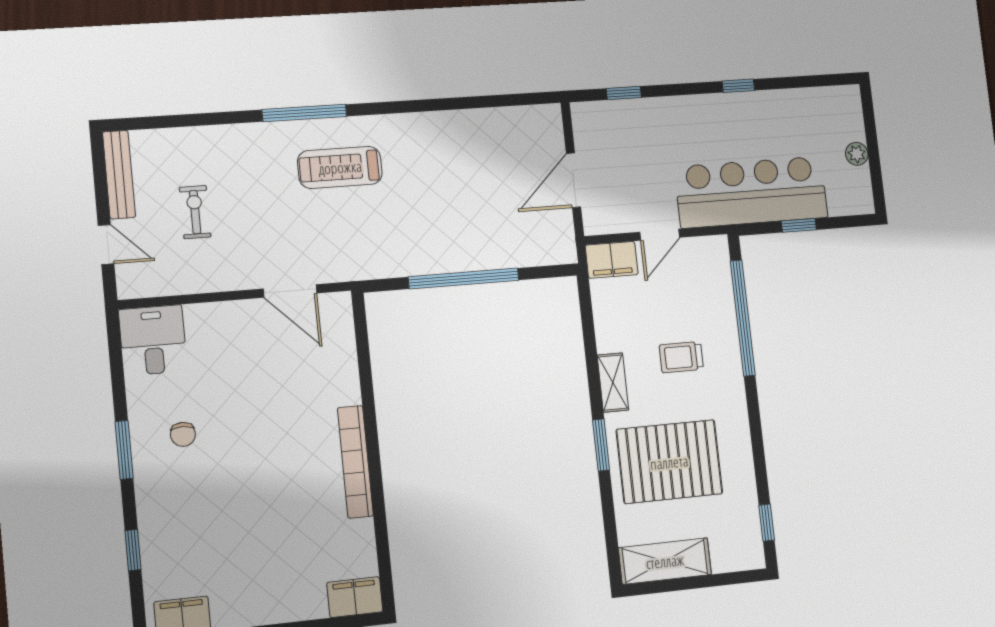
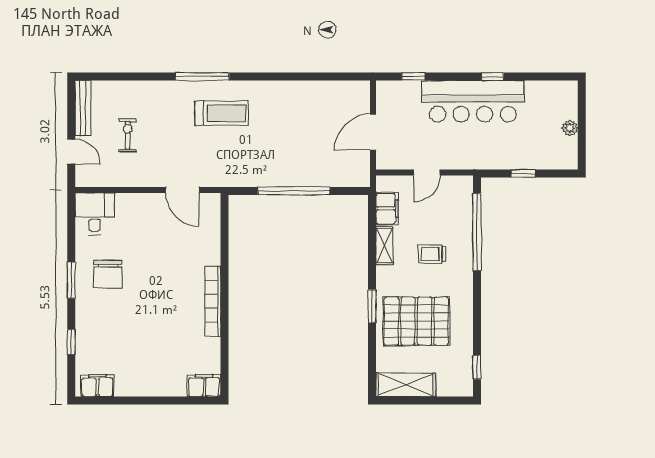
treadmill: (340, 167) -> (221, 113), turned 180
bar counter: (751, 192) -> (473, 101), moved, turned 180
filing cabinet: (612, 260) -> (387, 209), moved, turned -90
shelving: (613, 383) -> (384, 246), moved
chair: (183, 434) -> (108, 274), width x1.87, depth x1.87

